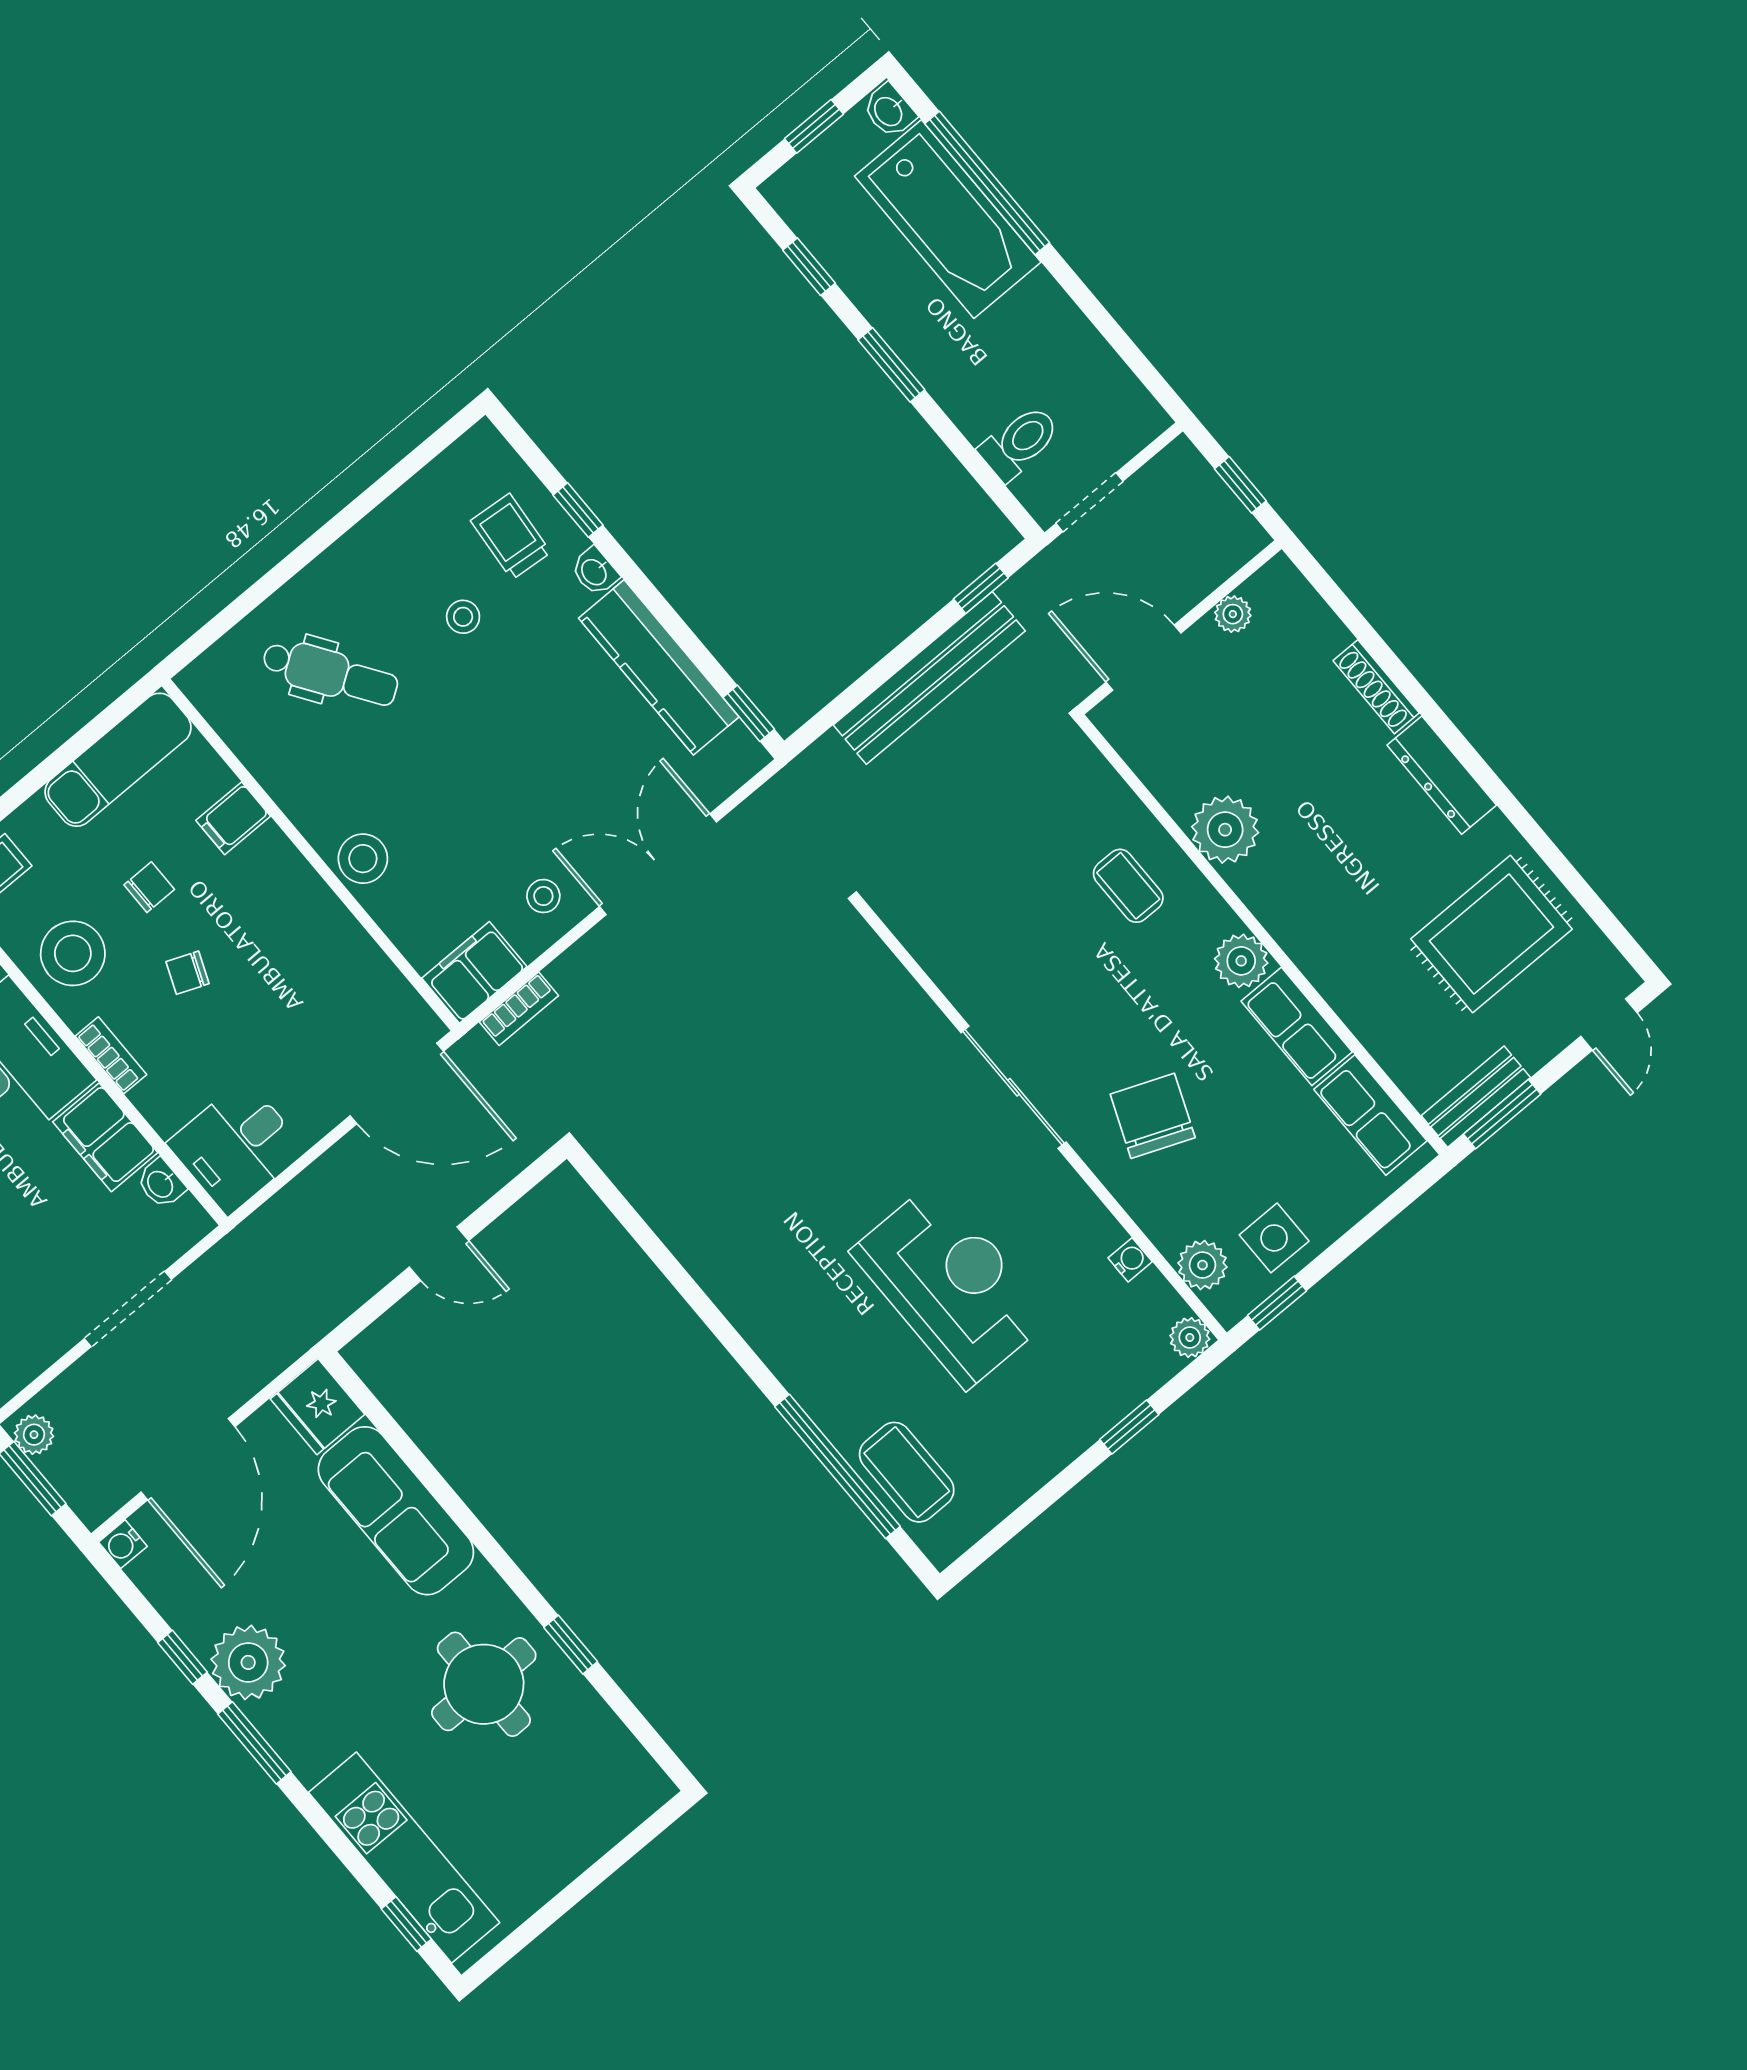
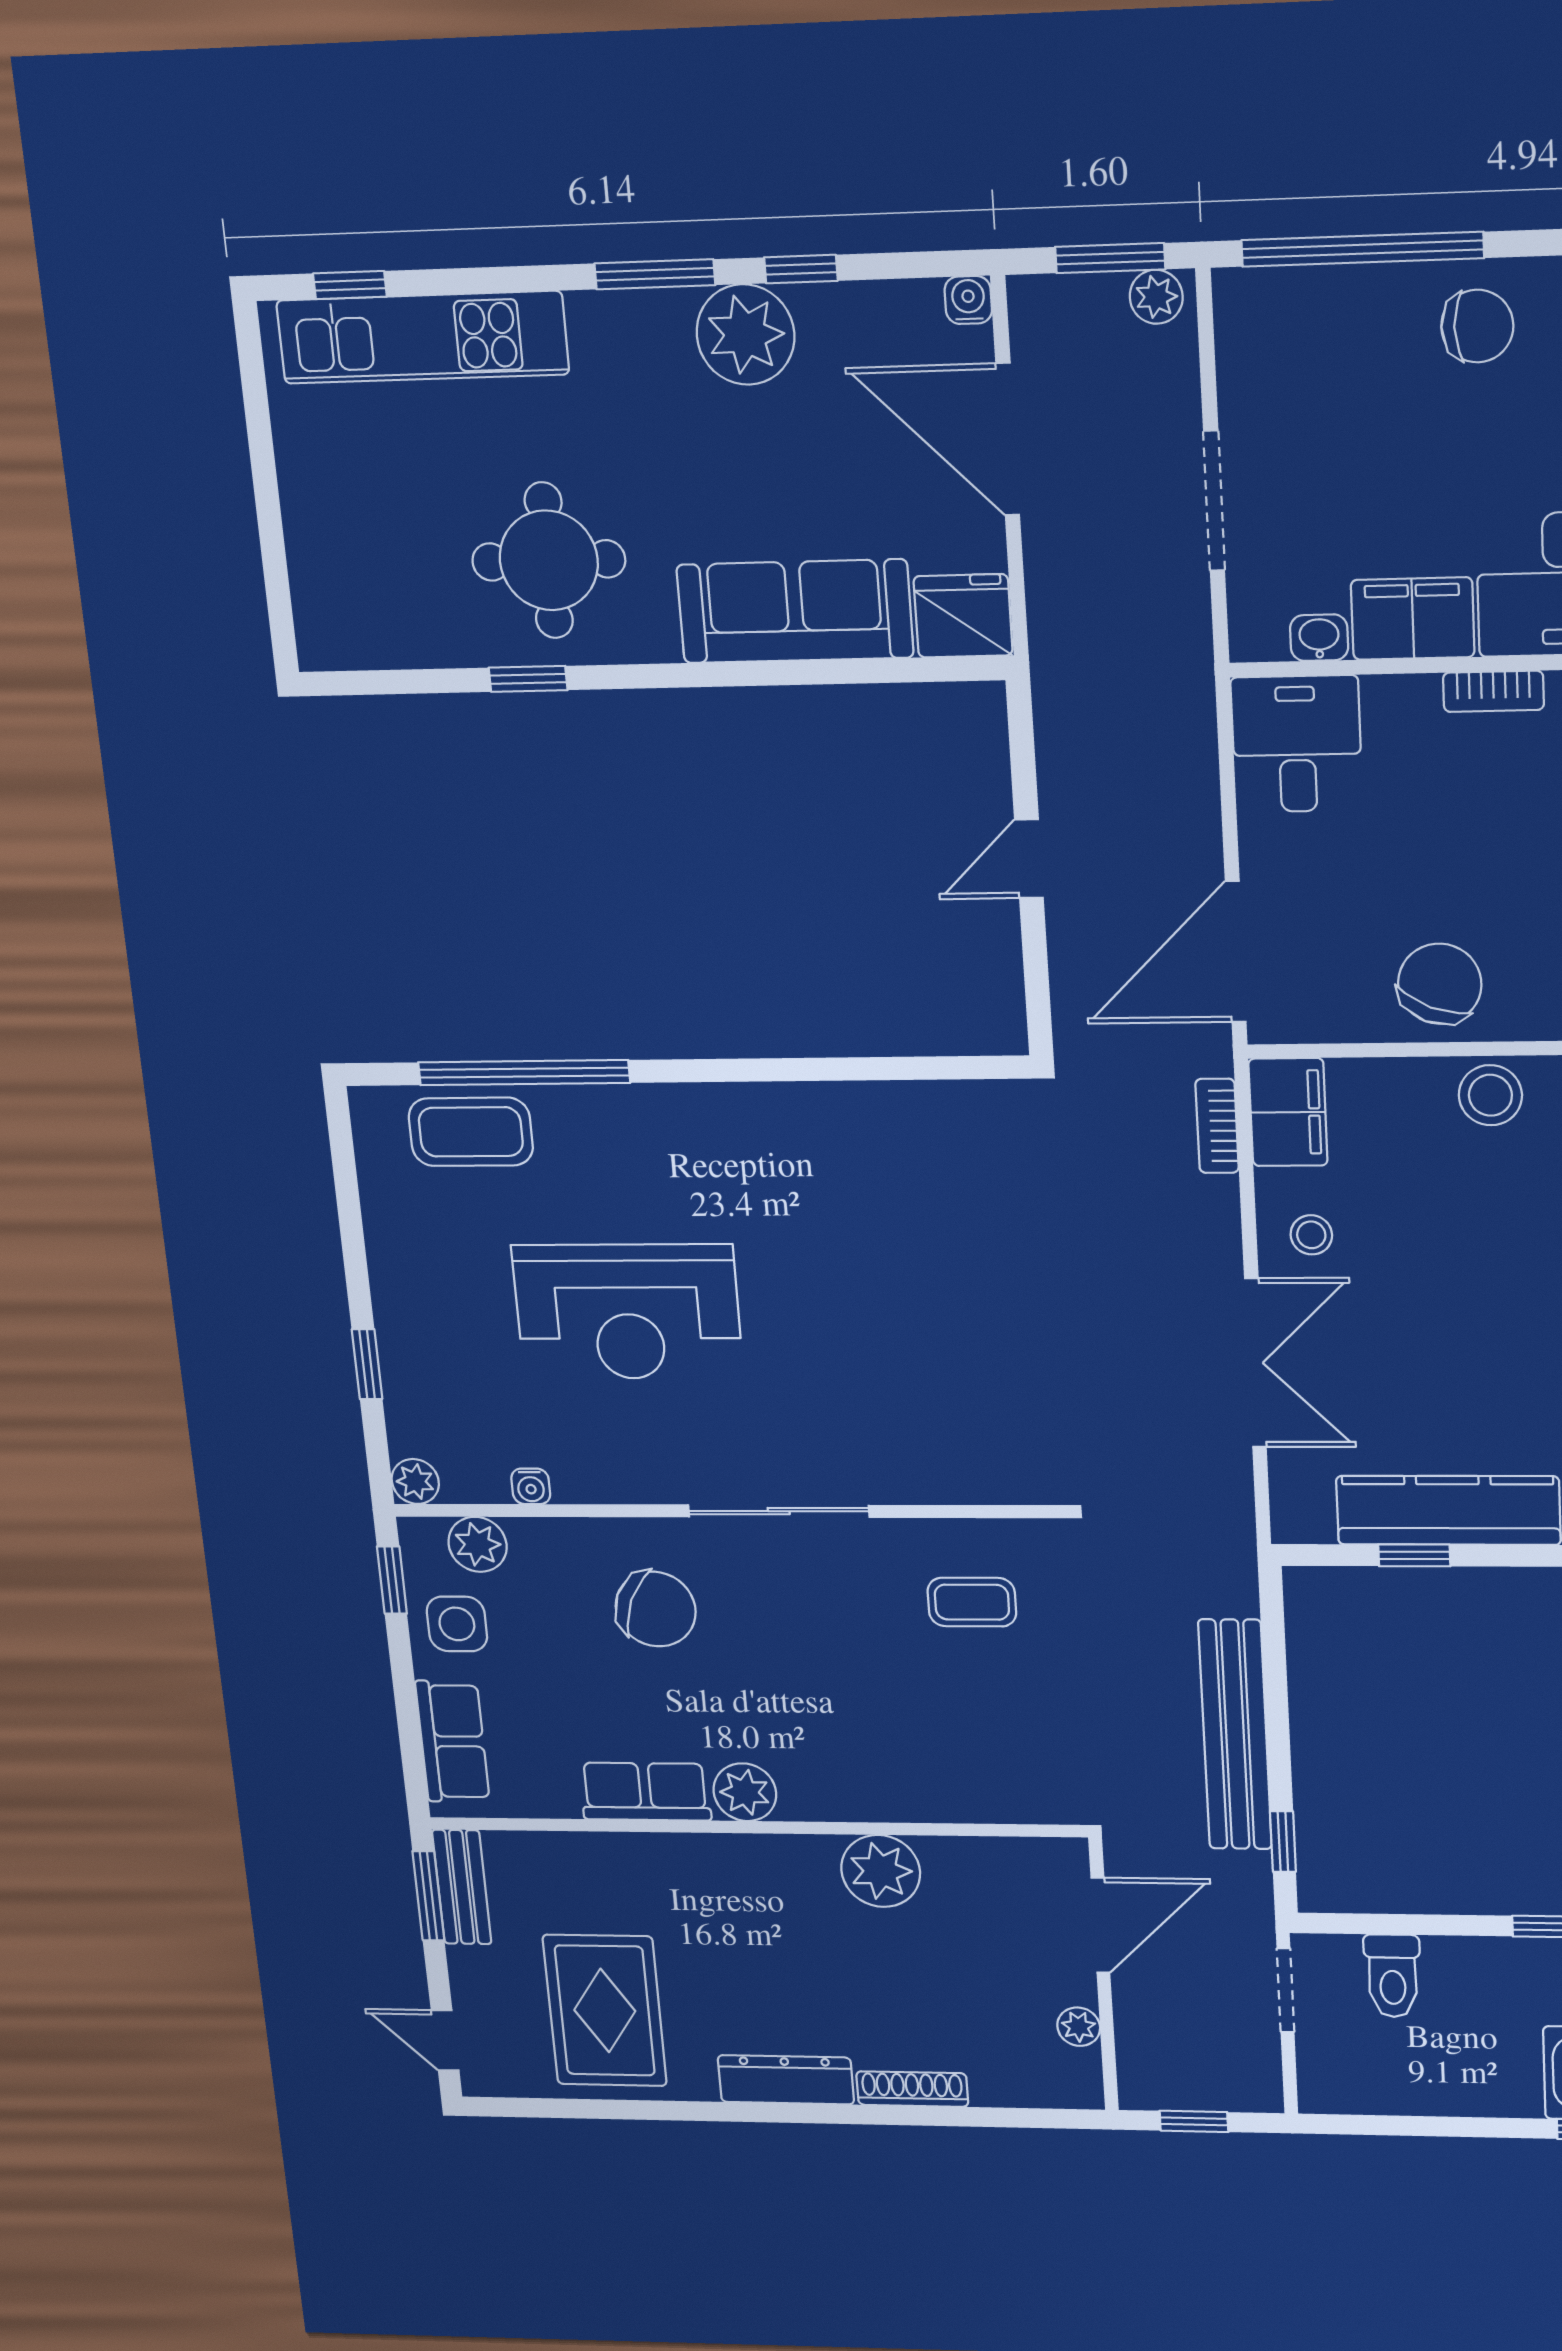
window: (749, 713) -> (1414, 1555), moved
coffee table: (1128, 886) -> (972, 1602), moved
chair: (187, 973) -> (1440, 984), moved, width x1.87, depth x1.87
row of seats: (1370, 1115) -> (452, 1741), moved, turned 90

